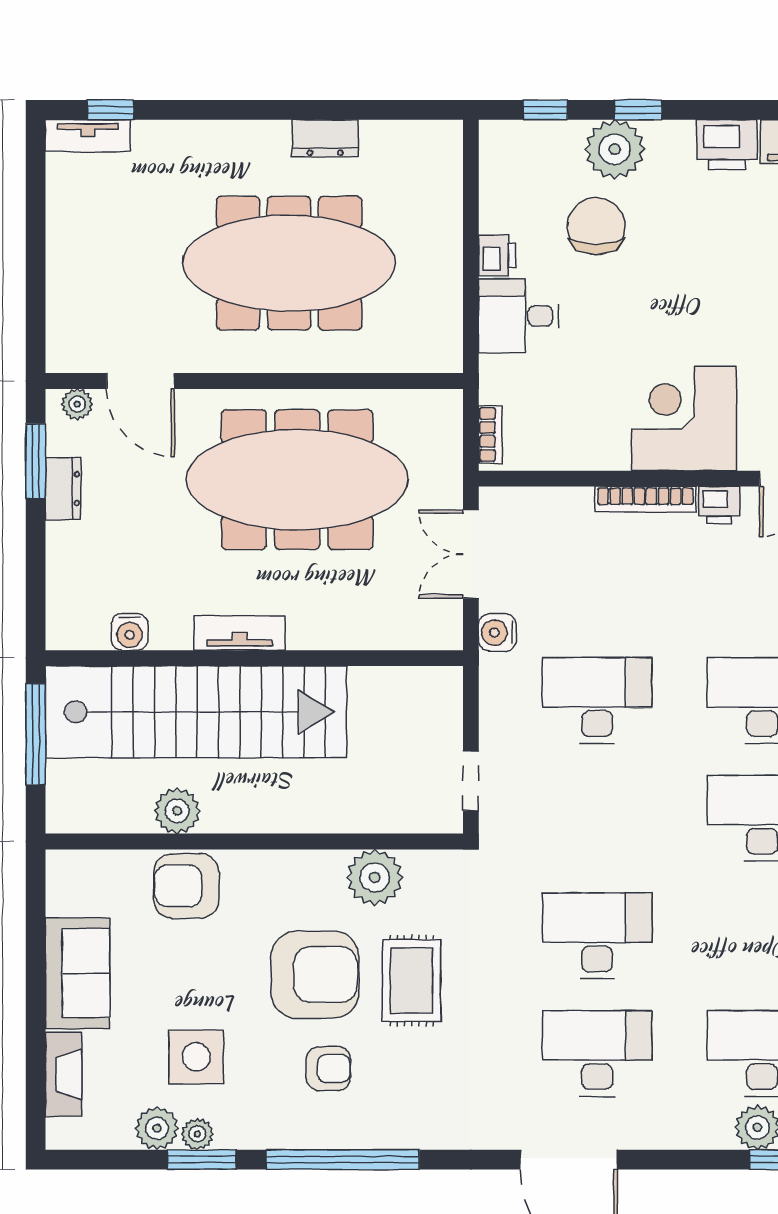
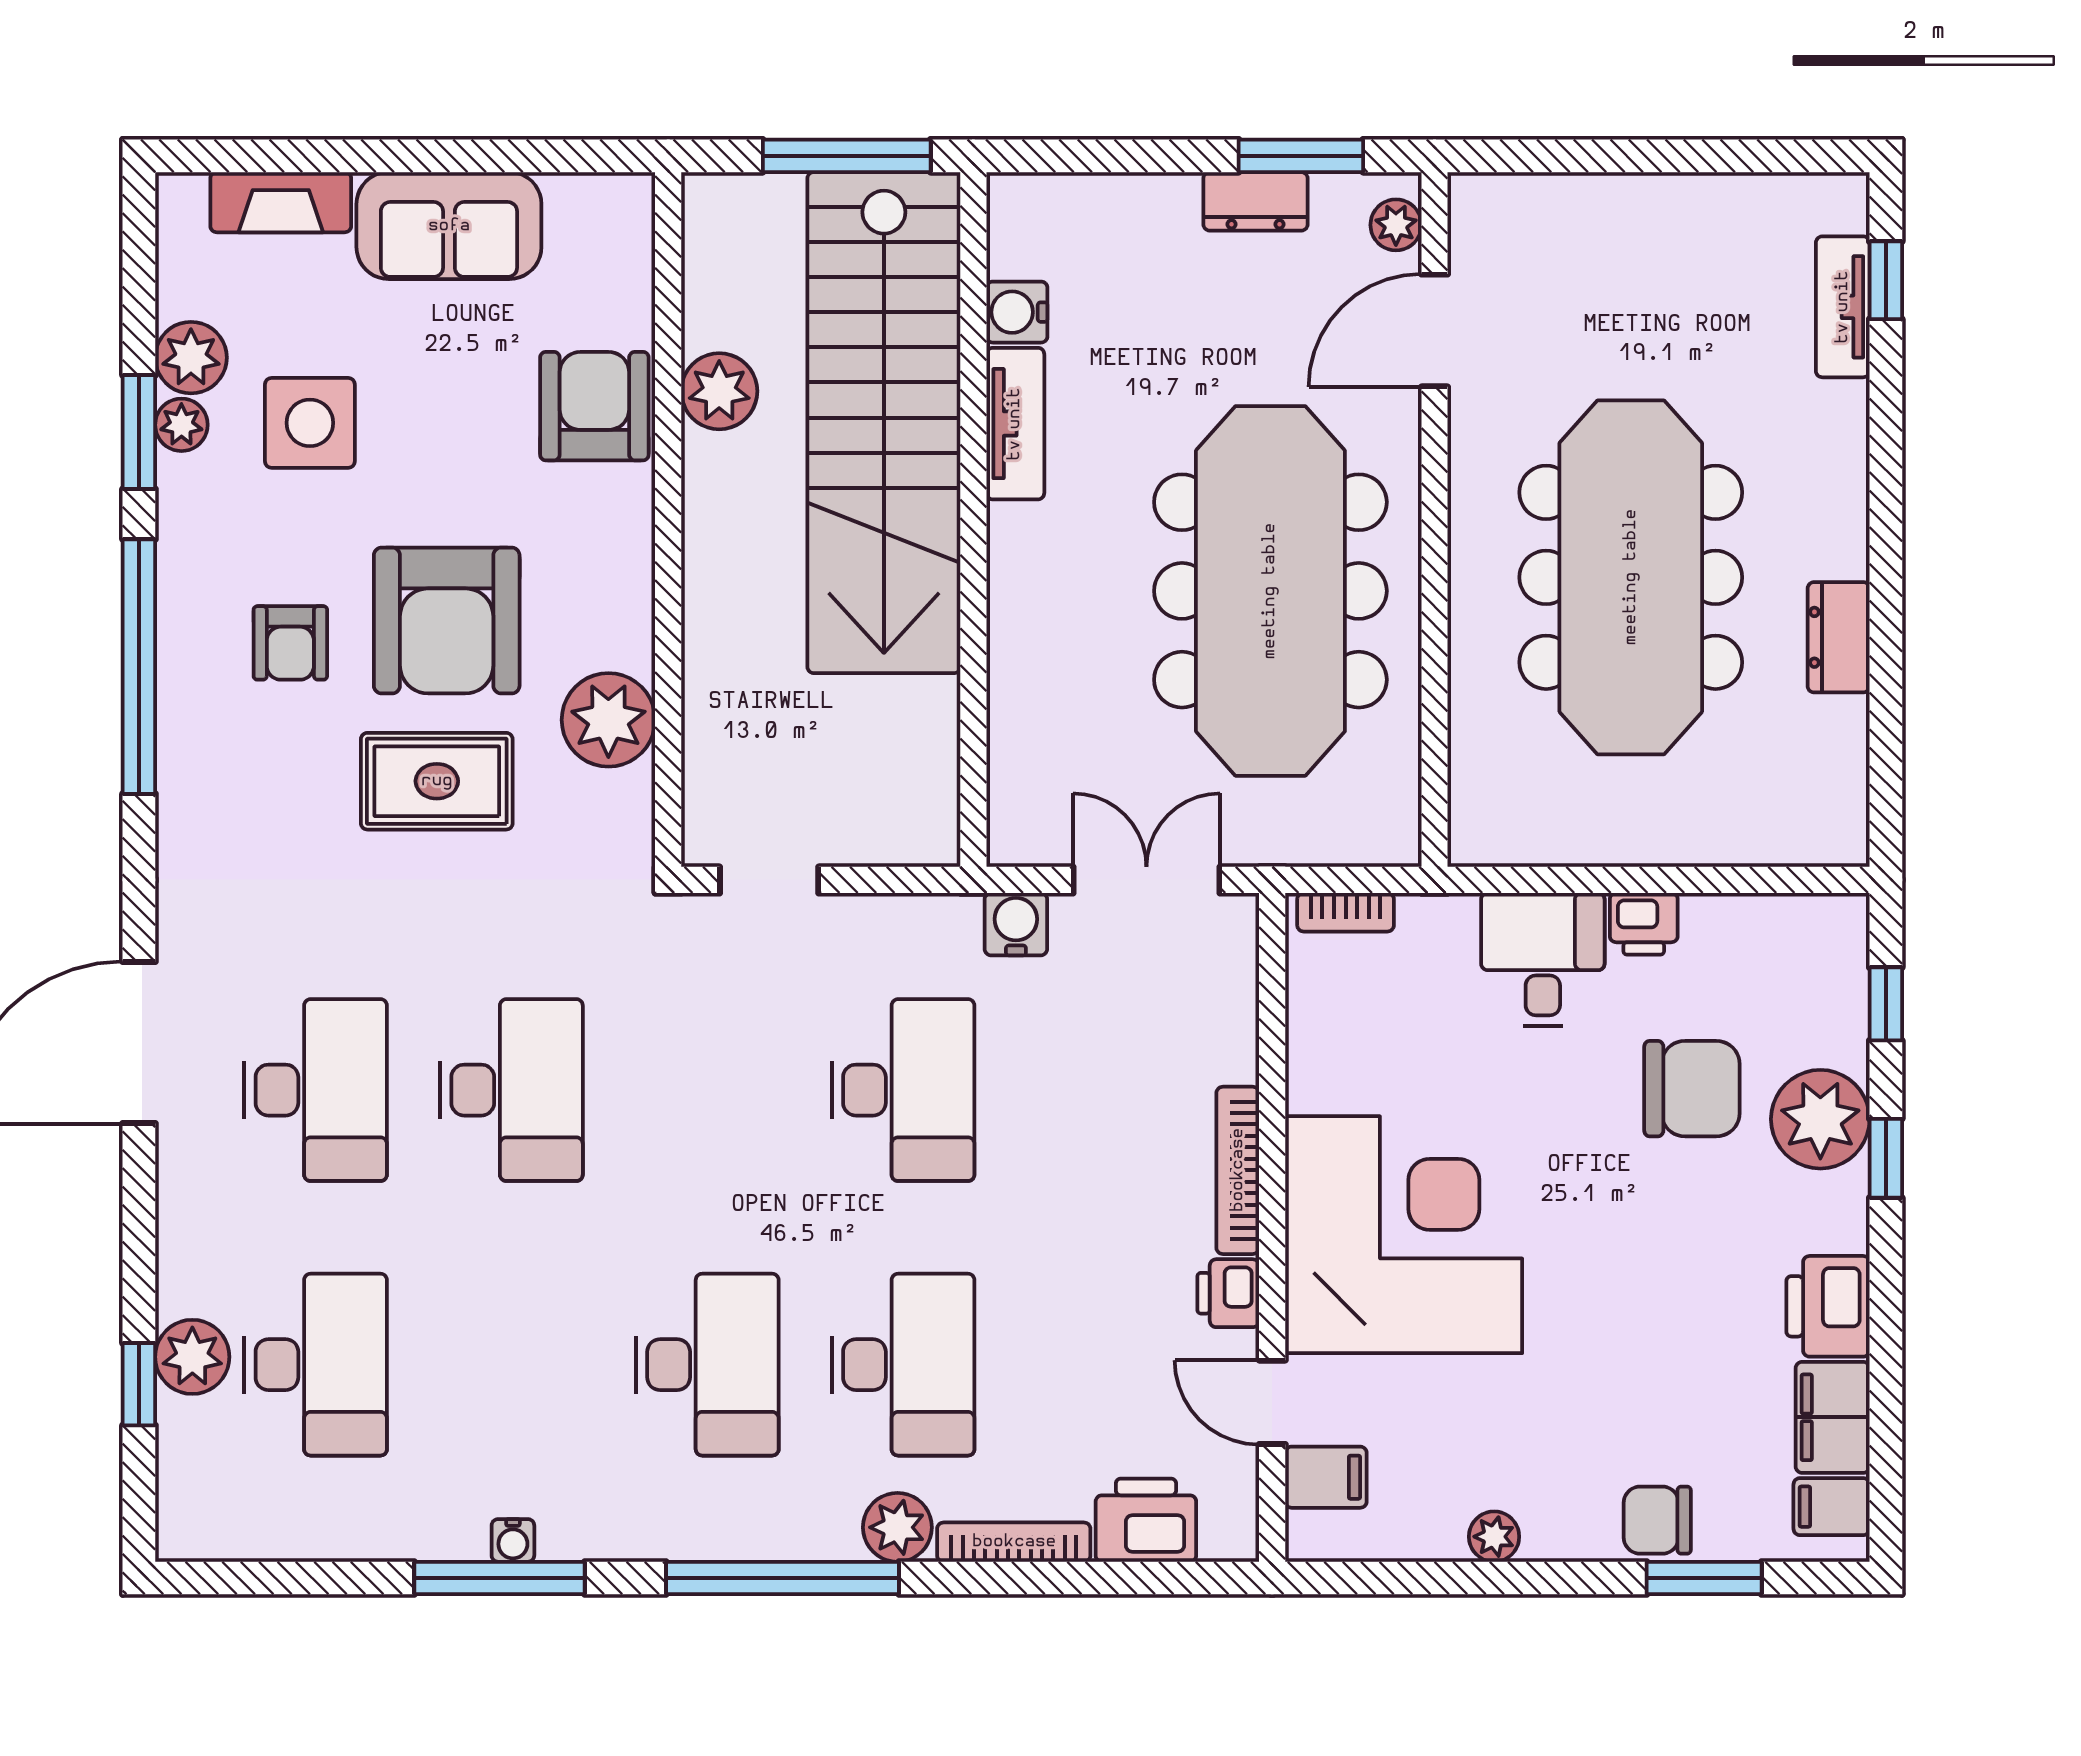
tv unit: (88, 136) -> (1843, 307), moved
corner desk: (684, 418) -> (1404, 1235), width x1.36, depth x1.36
tv unit: (240, 633) -> (1015, 424), moved

